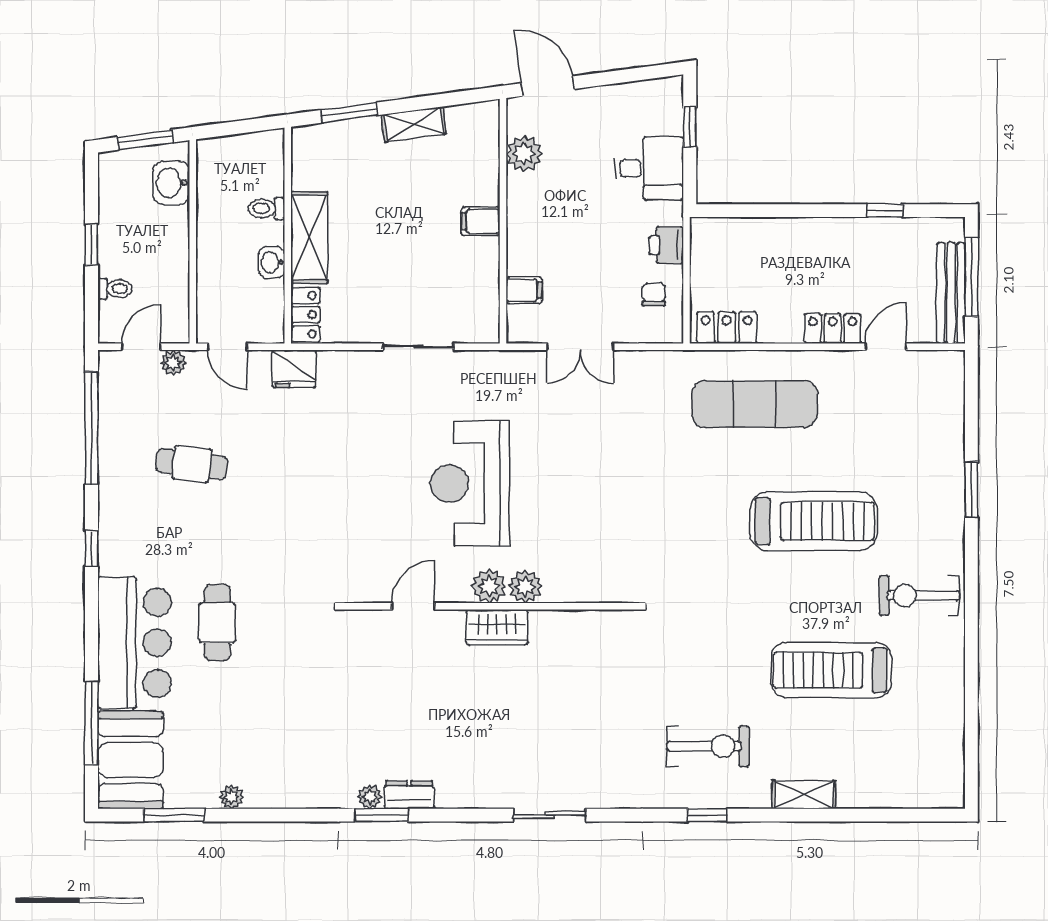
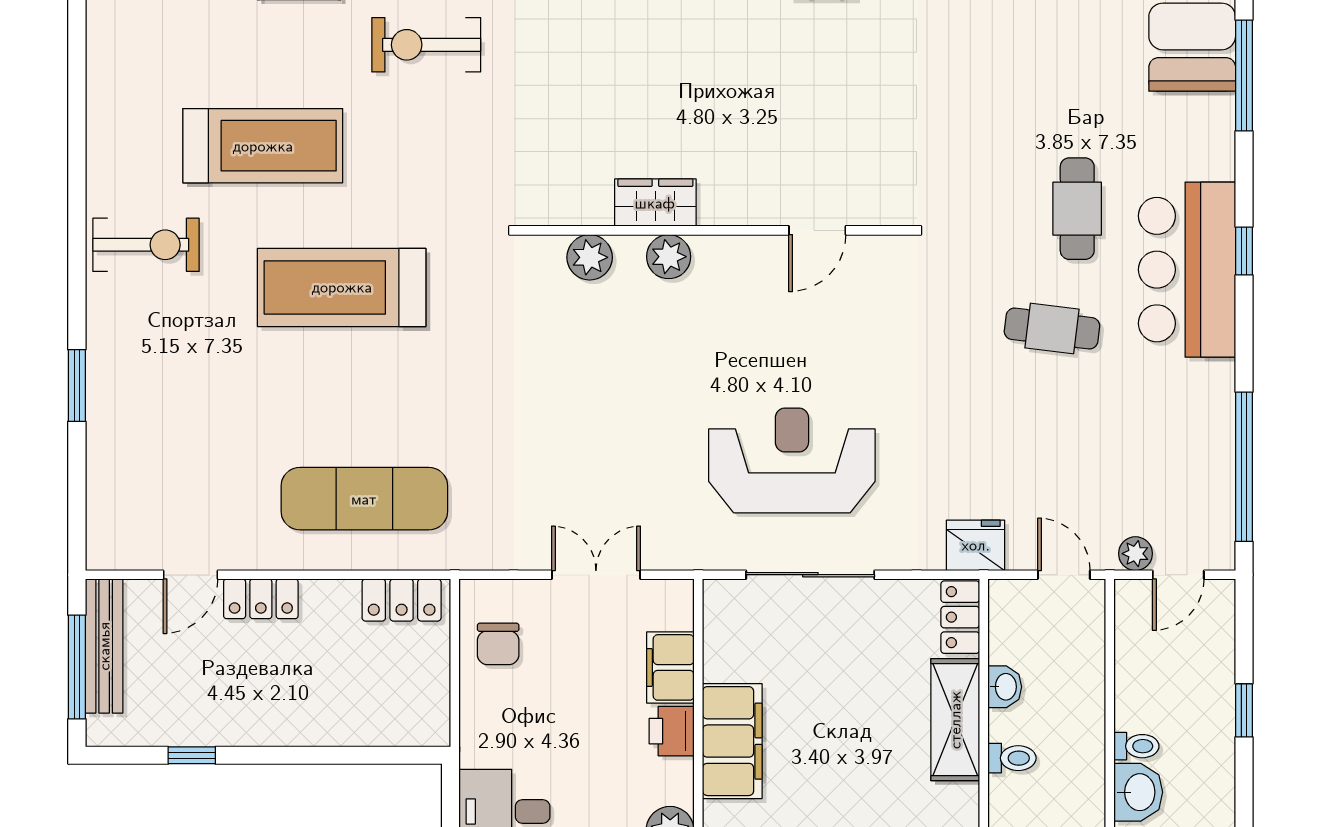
filing cabinet: (481, 221) -> (732, 741), width x3.00, depth x1.17
printer: (666, 245) -> (672, 731), moved, turned 180
toilet: (115, 289) -> (1136, 746), moved, turned 180
filing cabinet: (524, 290) -> (670, 667), width x2.00
chair: (654, 295) -> (498, 644), width x1.37, depth x1.37
sliding door: (418, 347) -> (810, 575), width x1.37
cafe table: (192, 464) -> (1052, 329), moved
reception desk: (470, 483) -> (792, 460), moved, turned -90
treadmill: (813, 521) -> (342, 287), moved
window: (91, 548) -> (1244, 251), moved
plant: (489, 586) -> (590, 257), moved
wardrobe: (497, 627) -> (655, 203), moved
bar counter: (134, 643) -> (1187, 270), moved

